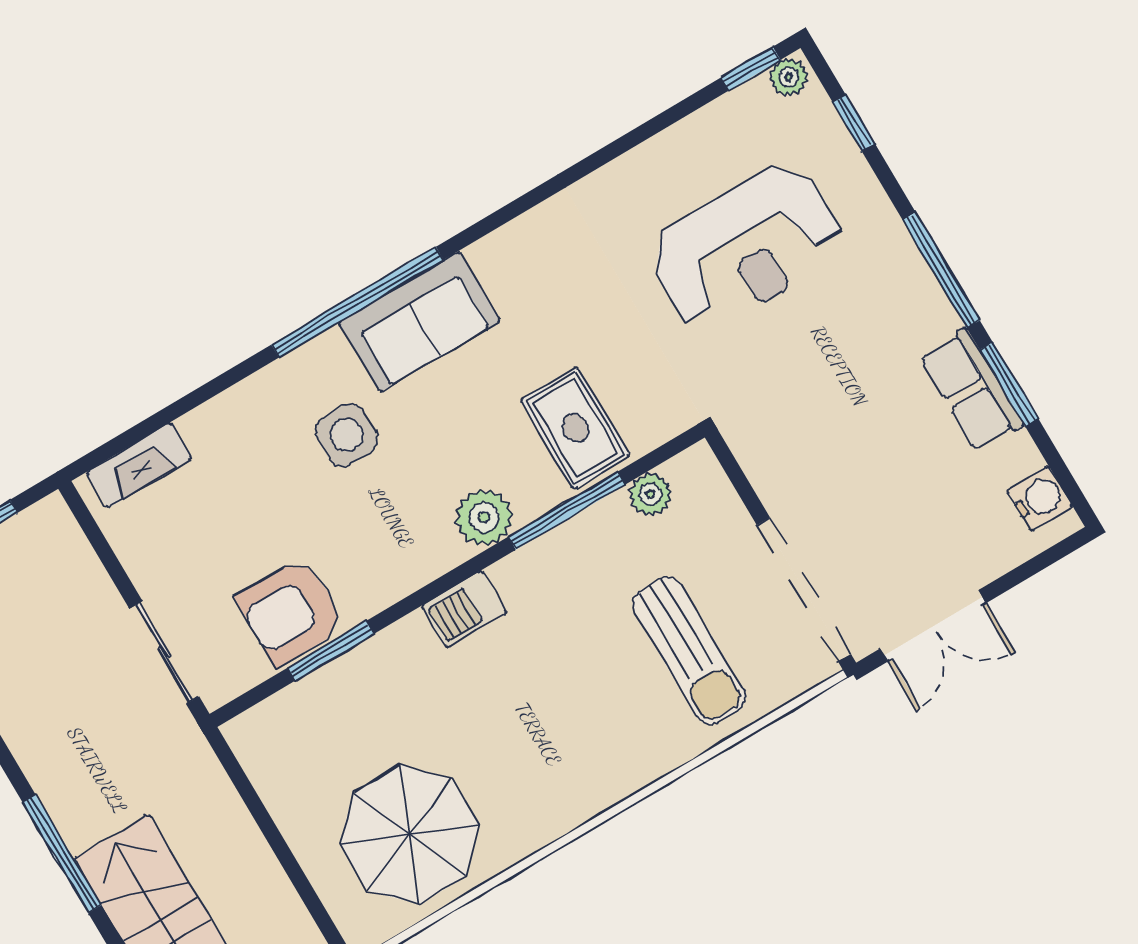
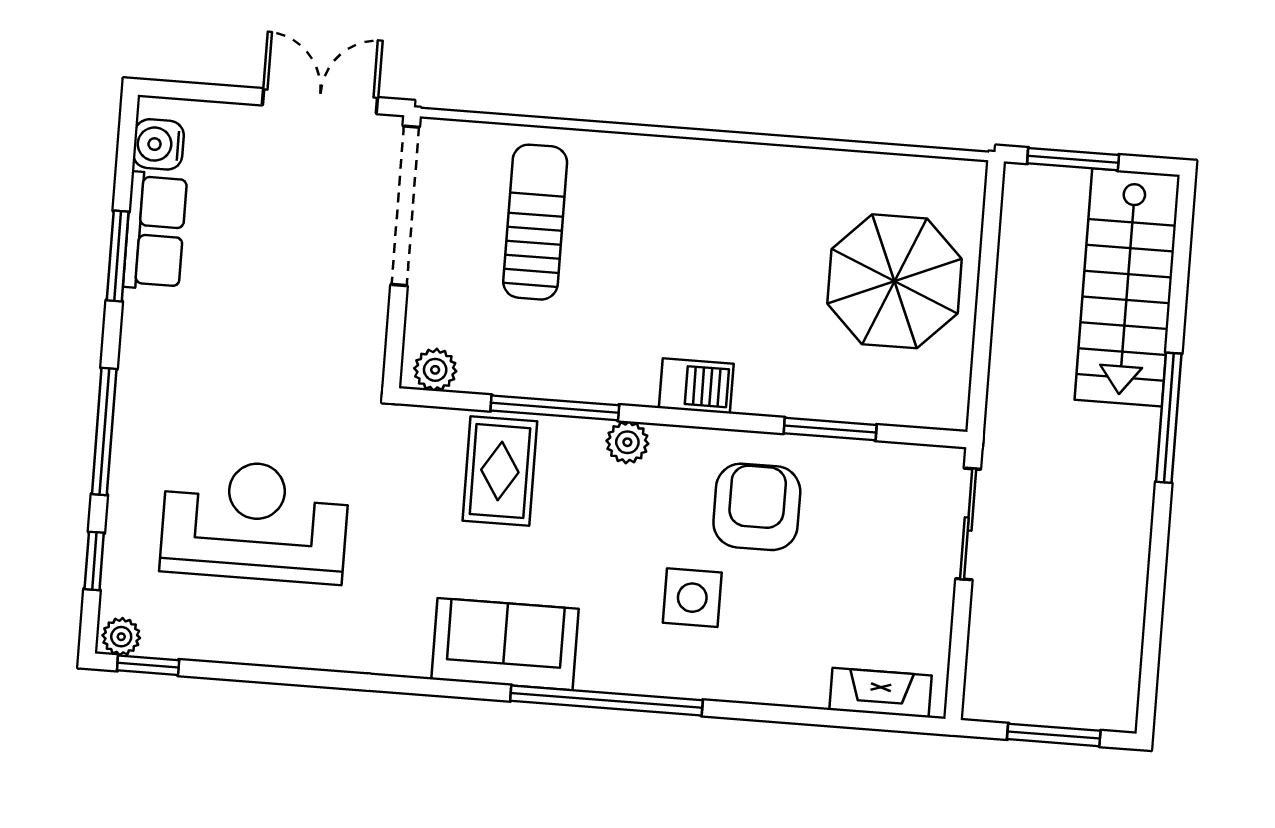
window: (941, 270) -> (104, 431), moved
sofa: (419, 322) -> (505, 644), moved
row of seats: (972, 390) -> (155, 231), moved
plant: (650, 494) -> (435, 370), moved
plant: (484, 517) -> (627, 442), width x0.73, depth x0.73
armchair: (291, 611) -> (757, 507), moved, turned -90
parasol: (410, 834) -> (895, 281), moved

